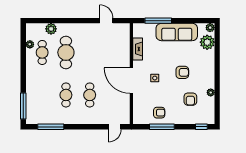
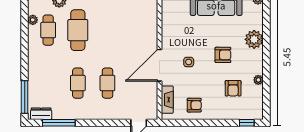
plant: (207, 42) -> (254, 39), moved
fireplace: (138, 49) -> (167, 100), moved
door: (131, 81) -> (159, 65), hinge flipped
dresser: (37, 119) -> (41, 114), added
window: (162, 127) -> (197, 123), removed

